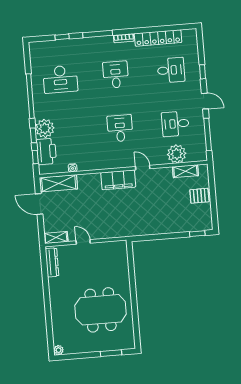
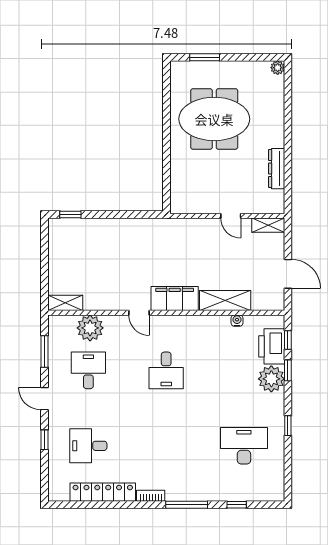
desk: (116, 75) -> (166, 446), removed
window: (30, 96) -> (288, 426), width x0.32
desk: (175, 124) -> (88, 370), turned -90
window: (208, 135) -> (44, 352), width x0.69
shelving: (185, 171) -> (65, 303), moved
shelving: (59, 183) -> (225, 301), moved
pallet: (199, 196) -> (63, 267), removed
dresser: (52, 262) -> (277, 169), moved

